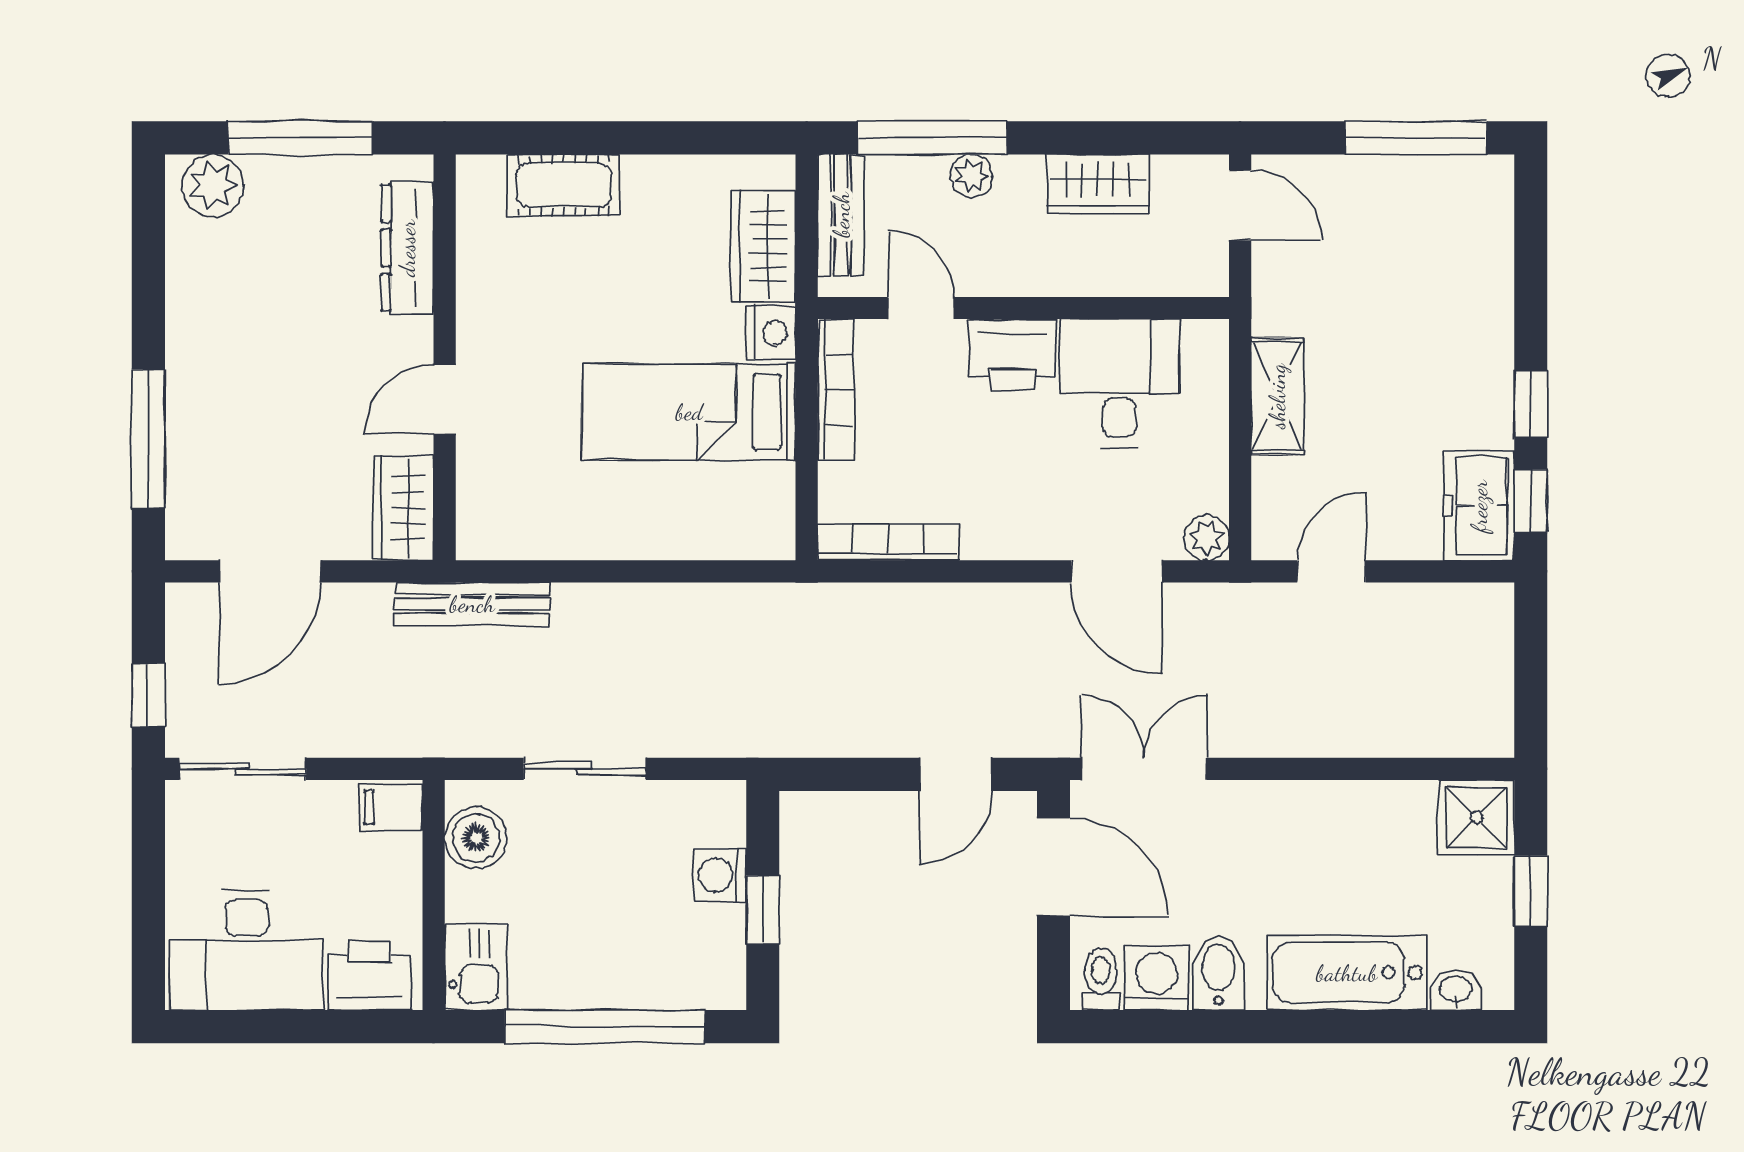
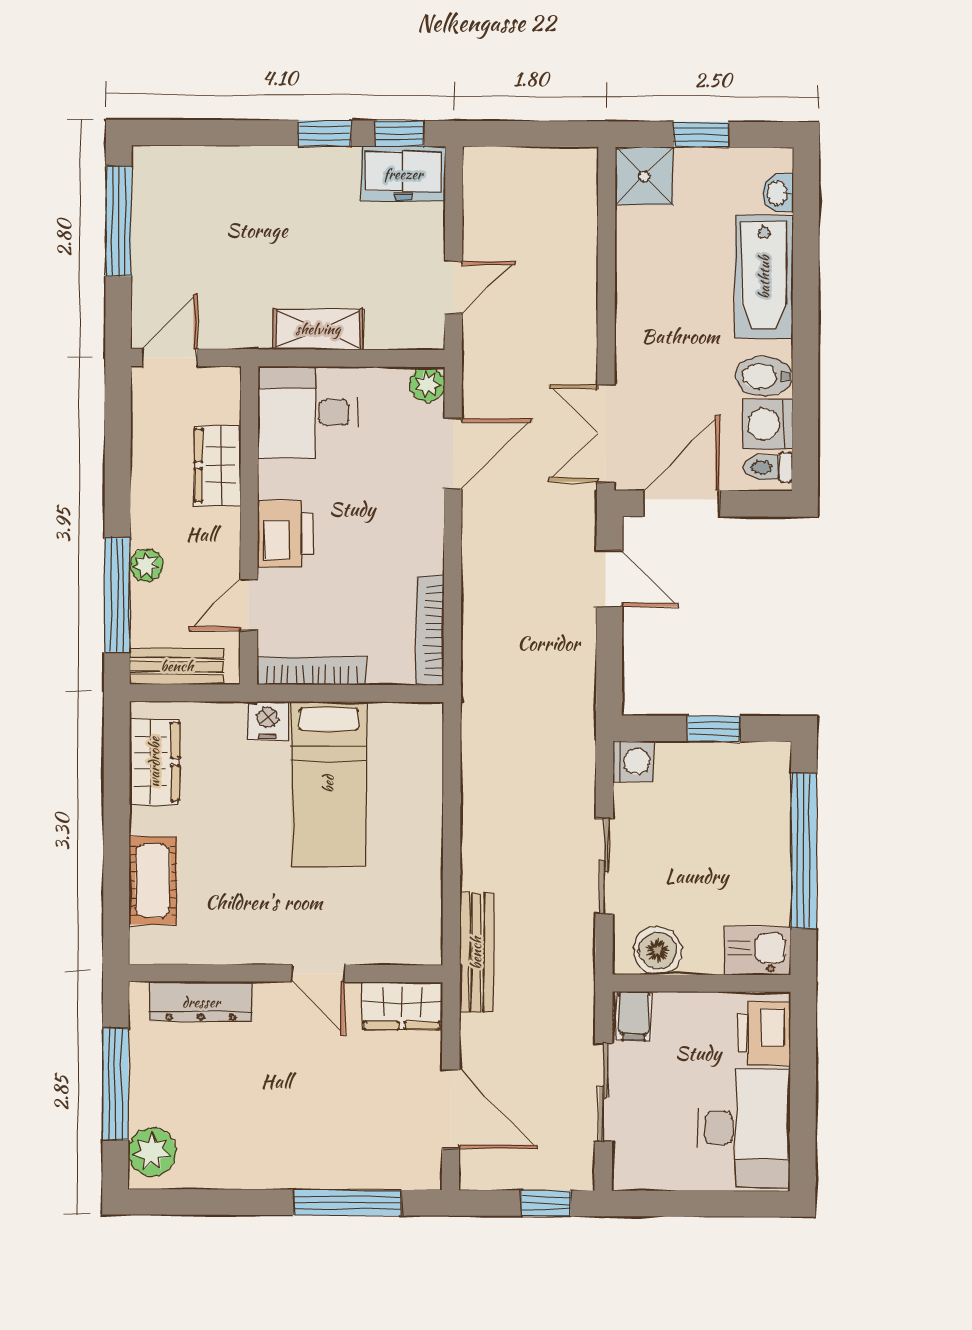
wardrobe: (1098, 184) -> (218, 465), moved, turned 180
wardrobe: (763, 246) -> (154, 762), moved, turned -90
desk: (1120, 383) -> (307, 412), moved
door: (1332, 571) -> (454, 288), swing flipped
sliding door: (243, 769) -> (603, 1092), moved
washing machine: (720, 875) -> (633, 761), moved, turned -90

